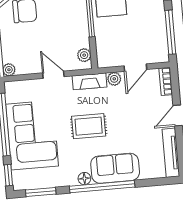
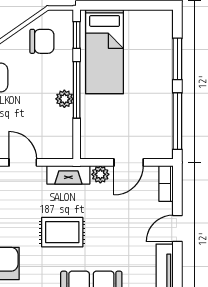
plant: (84, 55) -> (64, 99), moved

